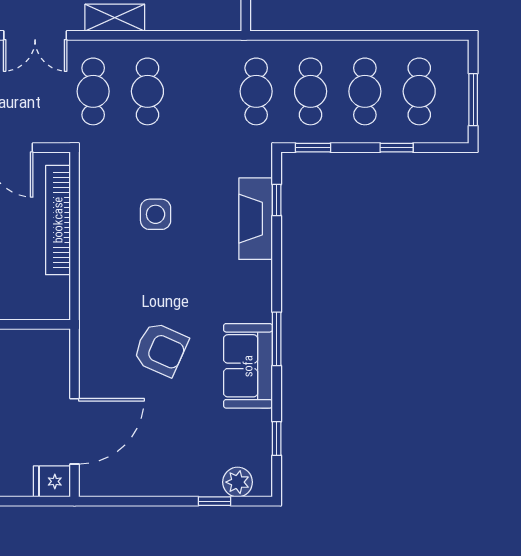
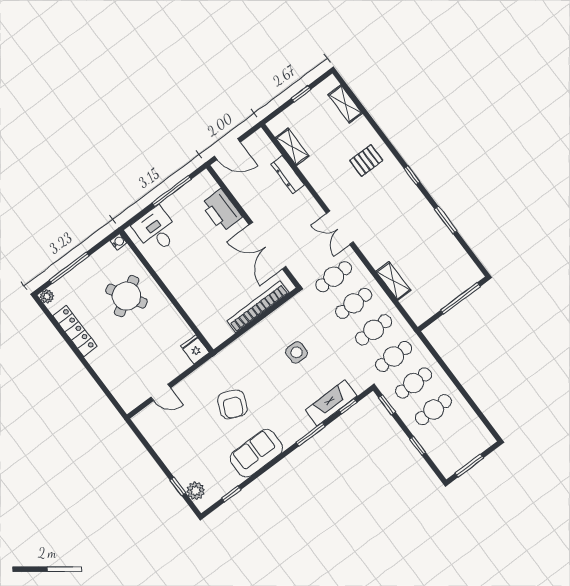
shelving: (115, 18) -> (393, 281), moved
cafe table: (419, 91) -> (374, 330), moved
window: (277, 339) -> (311, 434), moved
door: (75, 431) -> (161, 392), width x0.53
fridge: (52, 481) -> (195, 349), moved

